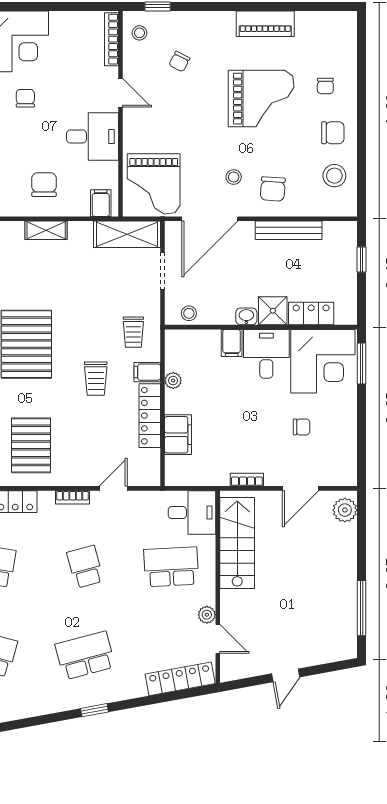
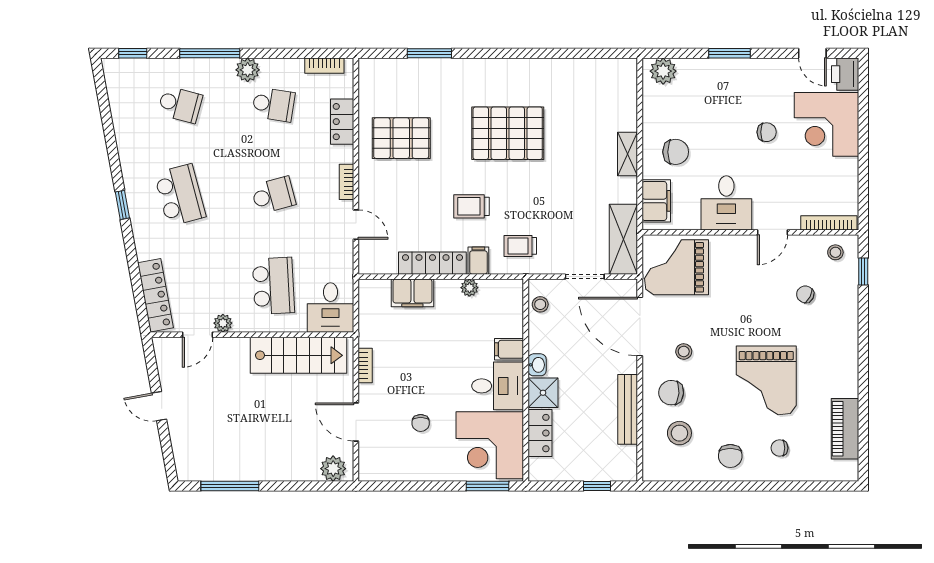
piano: (265, 24) -> (845, 429), moved
stool: (334, 176) -> (679, 433), moved
filing cabinet: (101, 203) -> (656, 201), width x2.00

